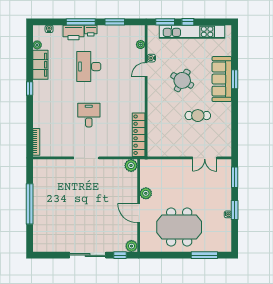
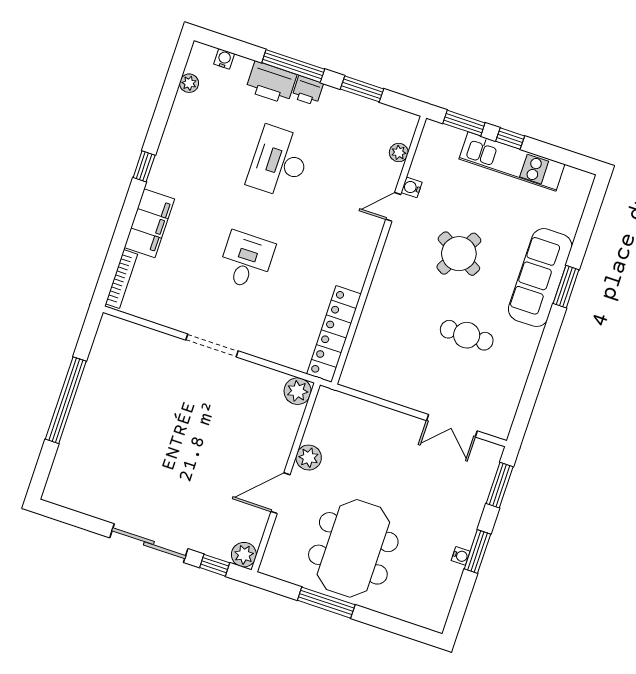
kitchen unit: (192, 32) -> (512, 162), width x0.73
filing cabinet: (40, 65) -> (149, 223), moved
door: (139, 213) -> (280, 493), hinge flipped
meeting table: (179, 227) -> (353, 548), turned 90
window: (204, 255) -> (326, 603), moved

